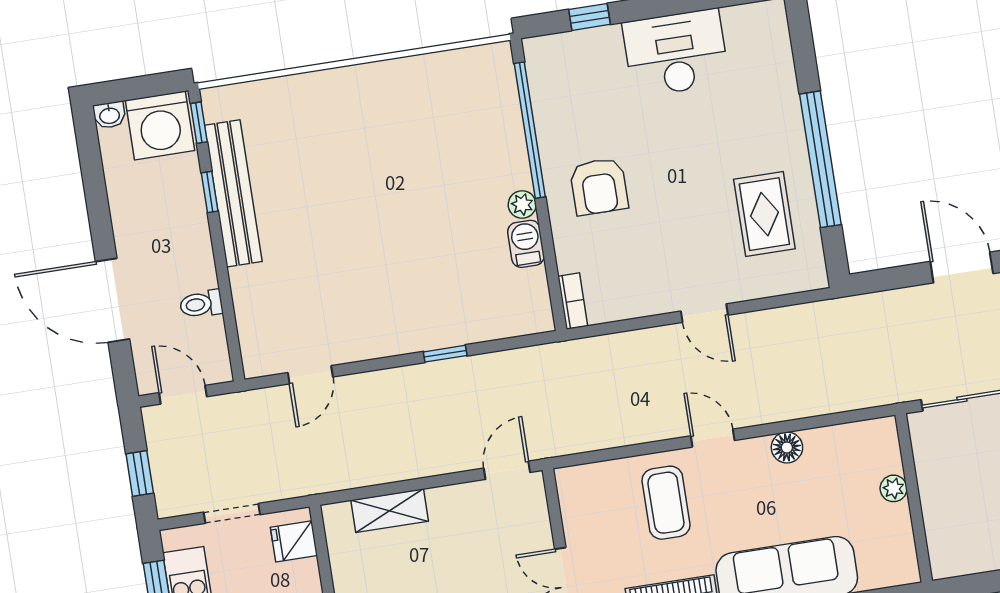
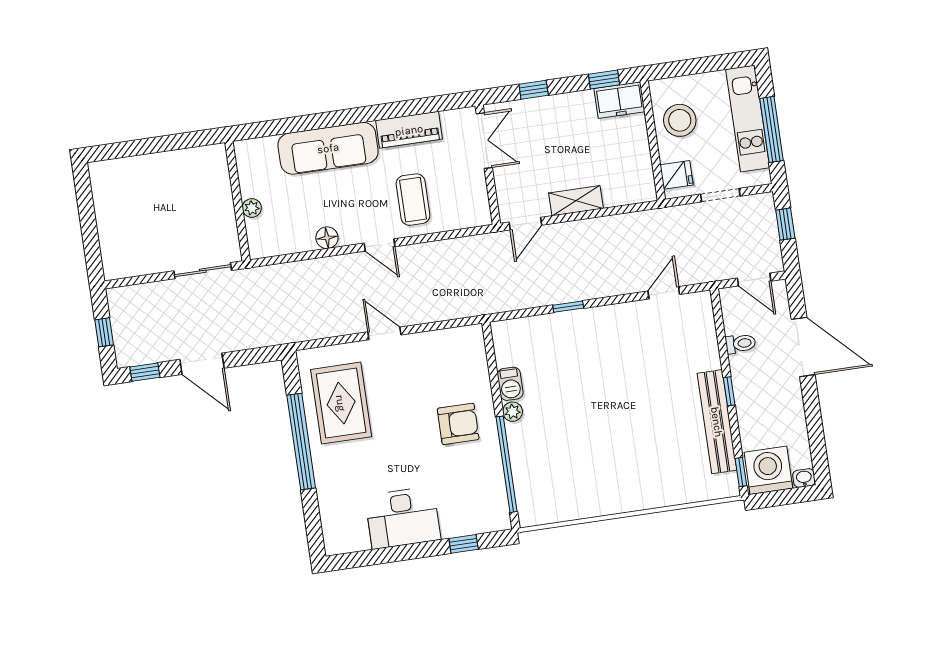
armchair: (599, 186) -> (458, 424), turned 90
window: (210, 192) -> (729, 391), moved
rug: (764, 214) -> (341, 403), width x1.36, depth x1.43
bookcase: (573, 301) -> (477, 343), removed
shelving: (390, 511) -> (576, 201), moved

